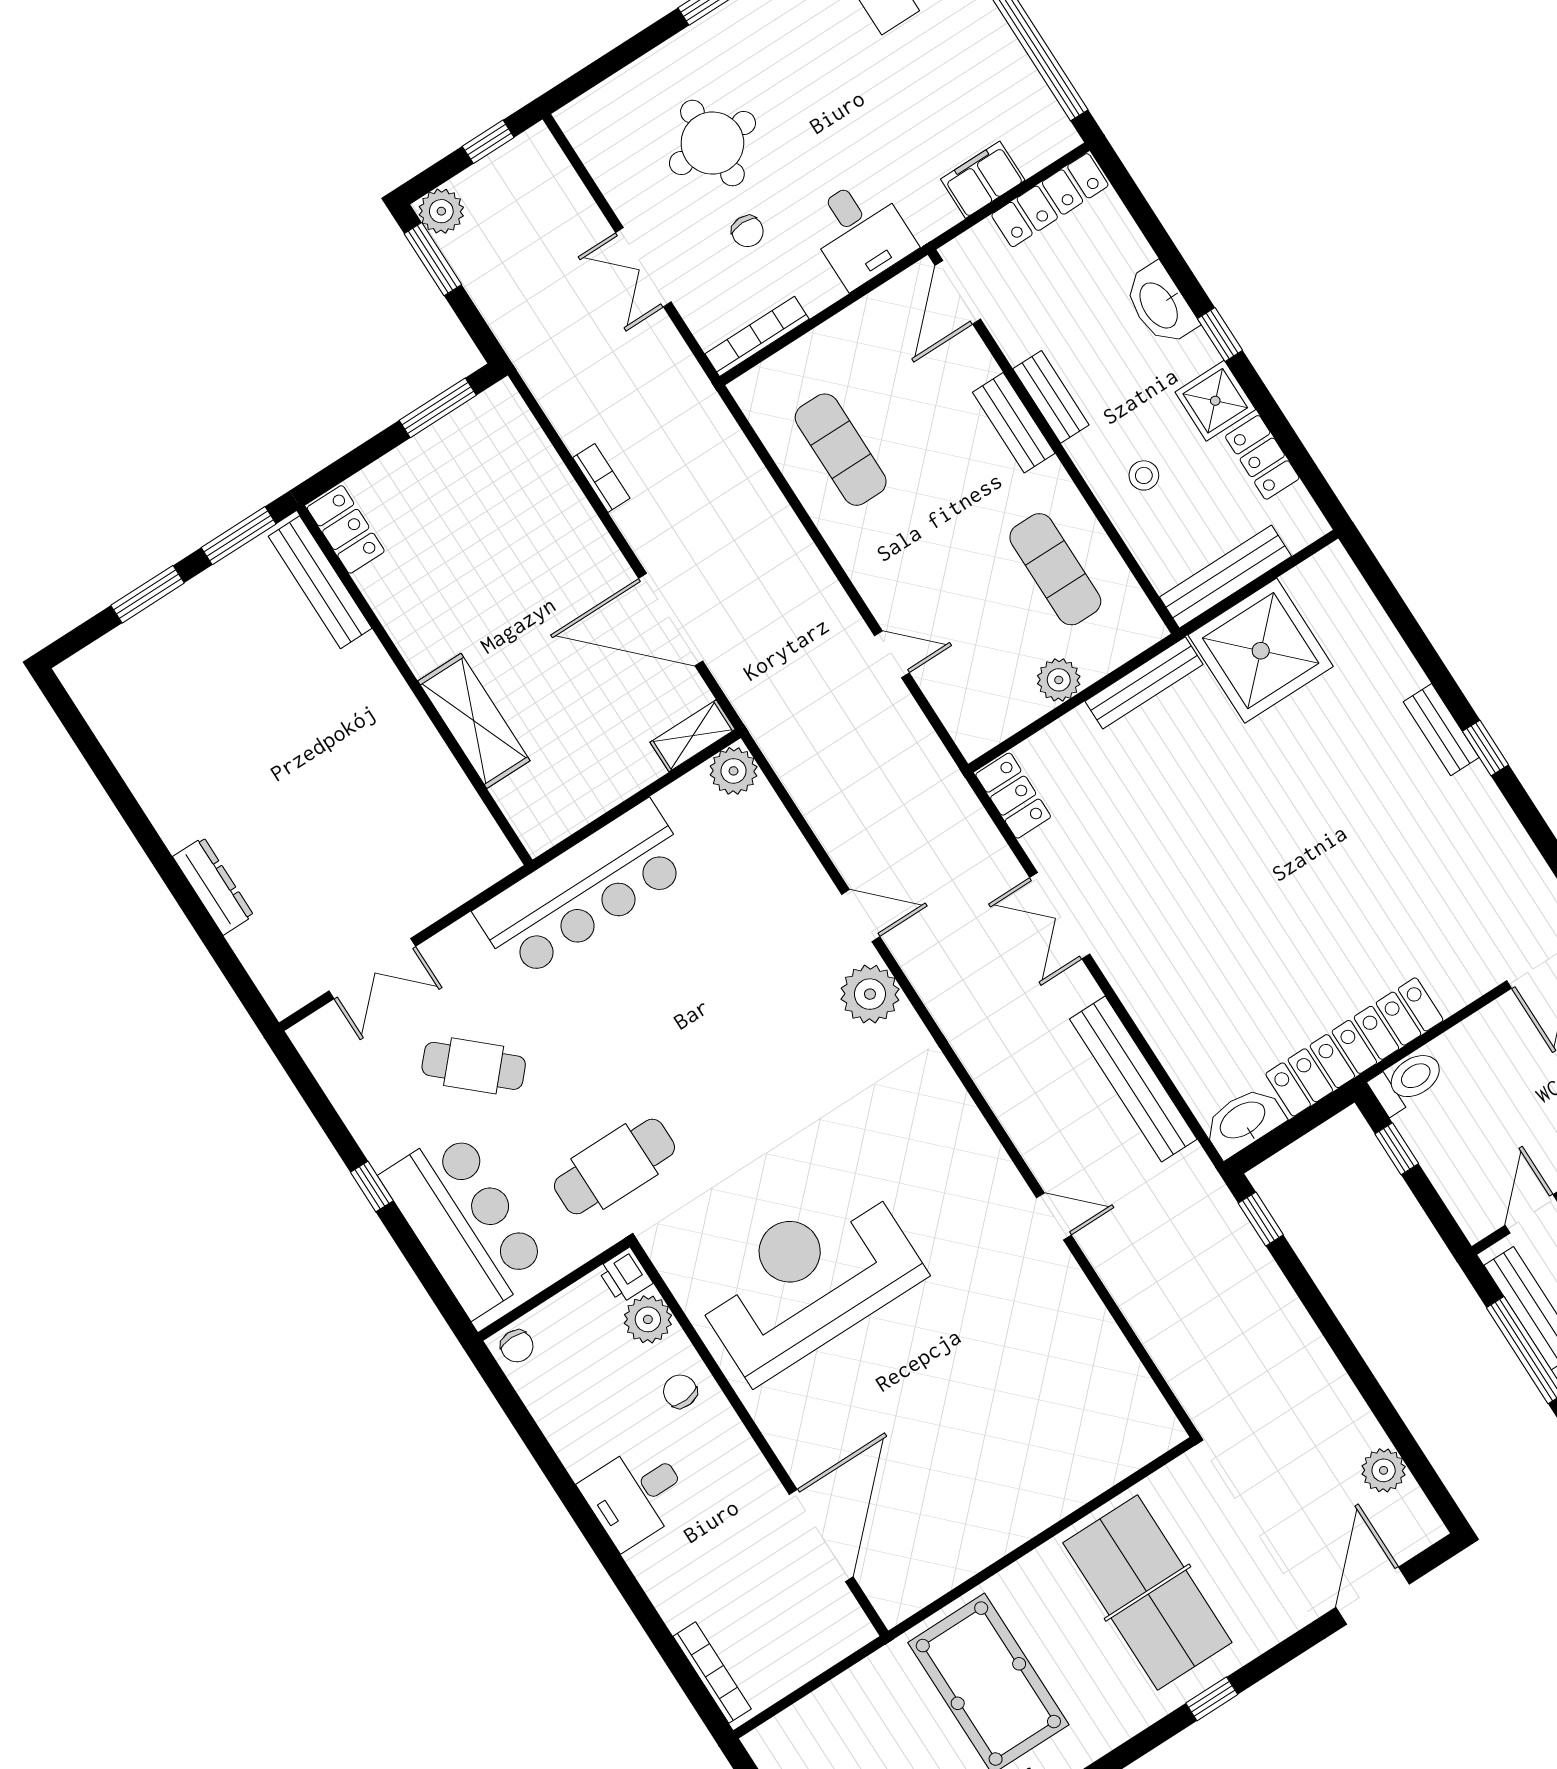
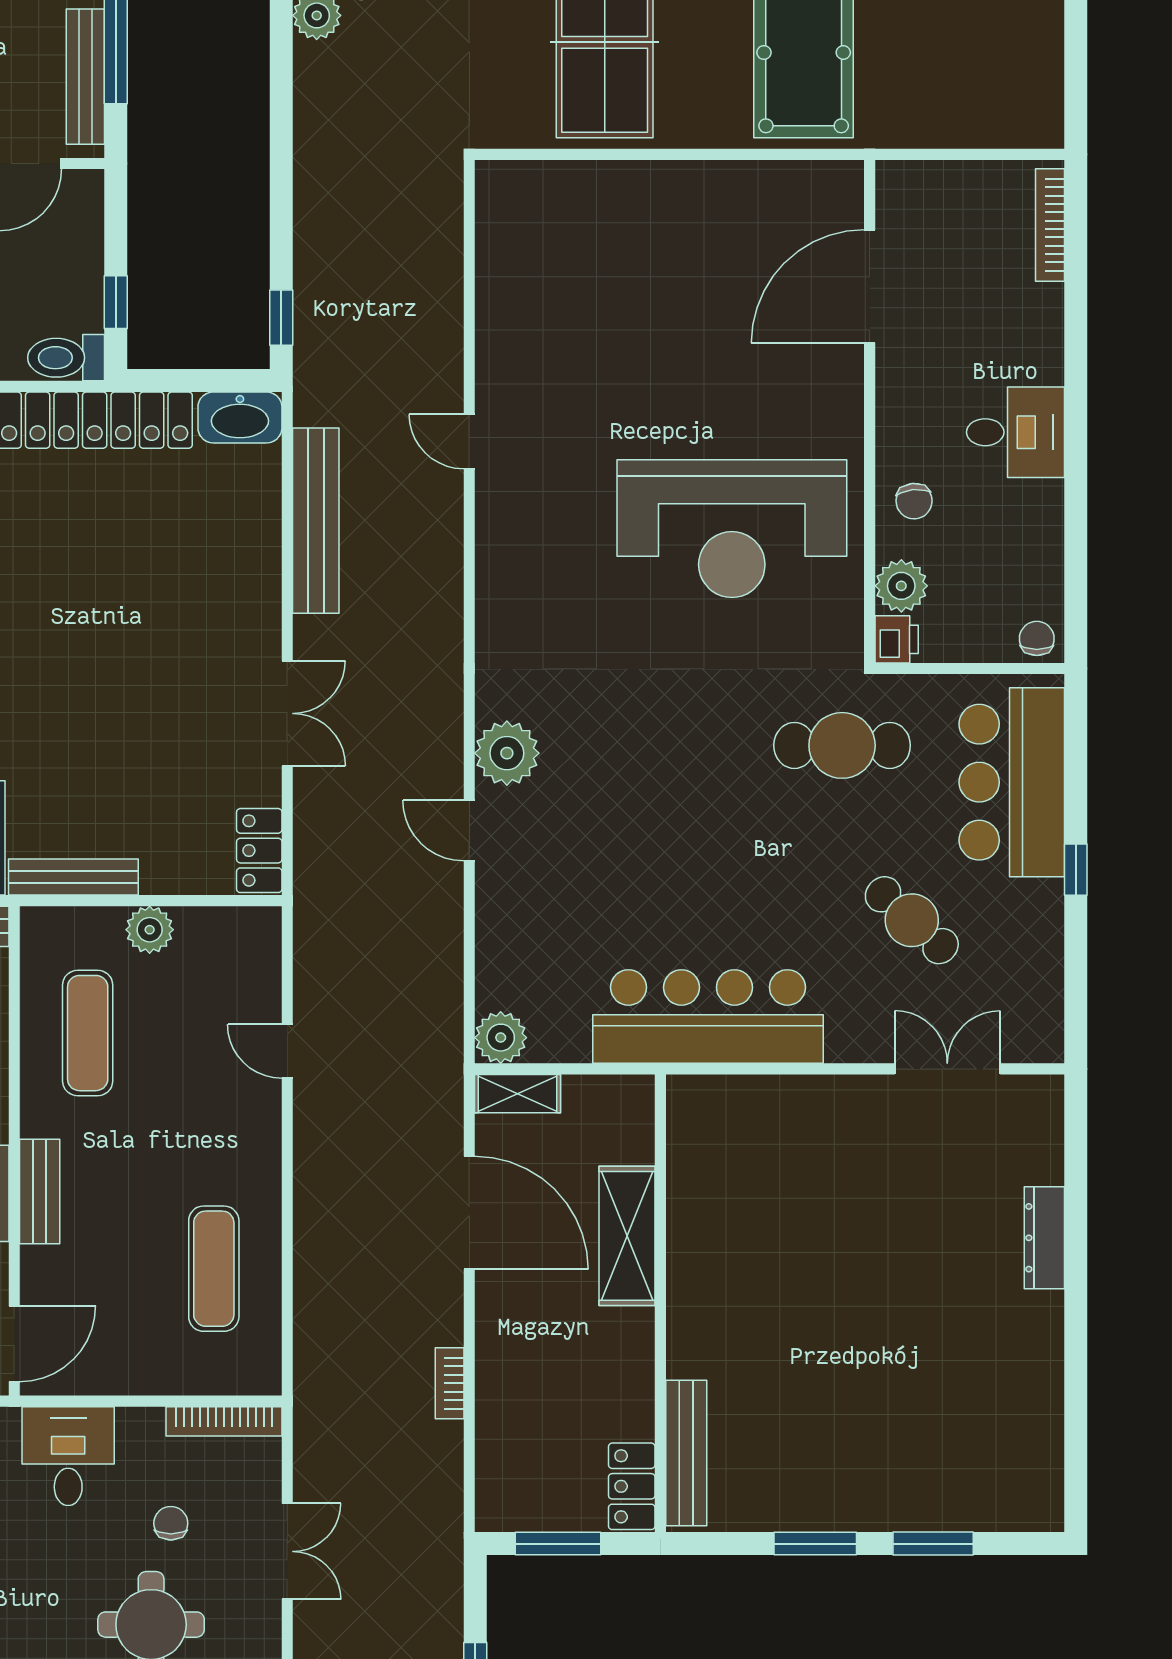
locker: (346, 529) -> (632, 1486), moved
bench: (320, 582) -> (686, 1453), moved
wall: (415, 685) -> (660, 1303), moved
shelving: (474, 721) -> (627, 1236), moved

